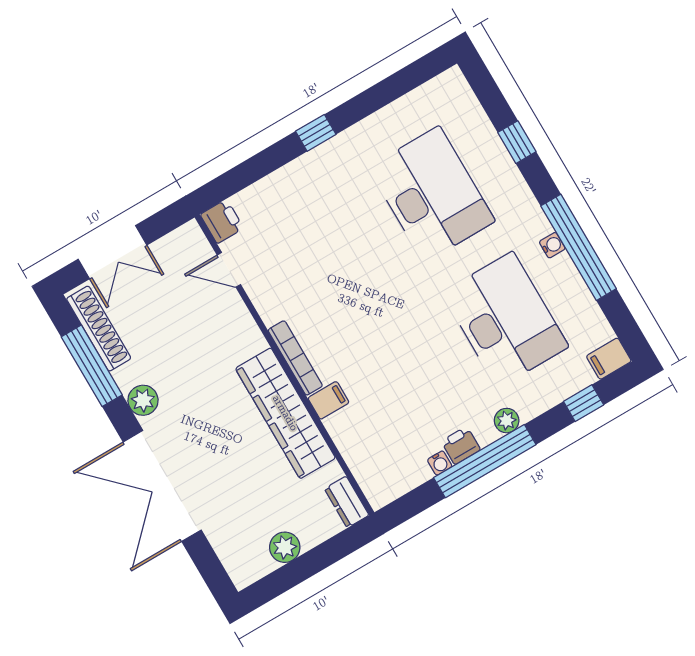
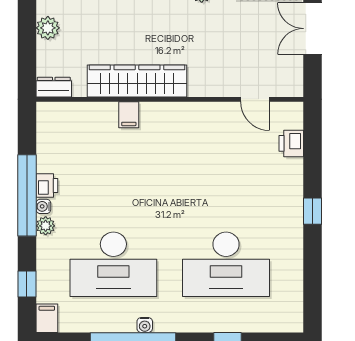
printer: (222, 221) -> (291, 143), moved, turned 90
door: (229, 270) -> (255, 99), swing flipped
bookcase: (295, 358) -> (170, 109), removed
water cooler: (440, 463) -> (43, 206), moved

